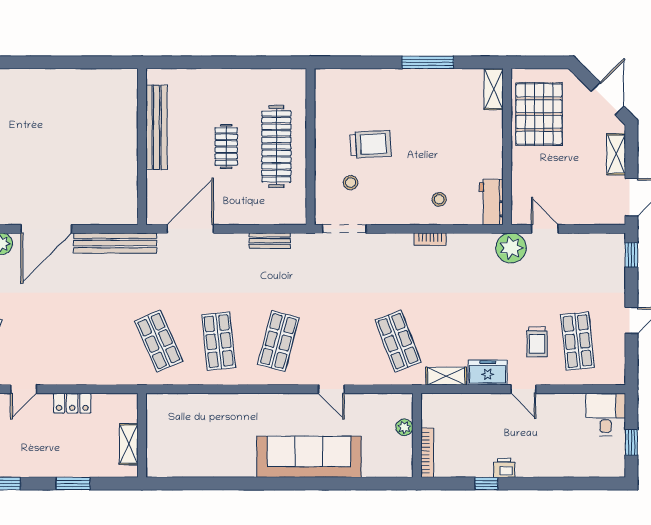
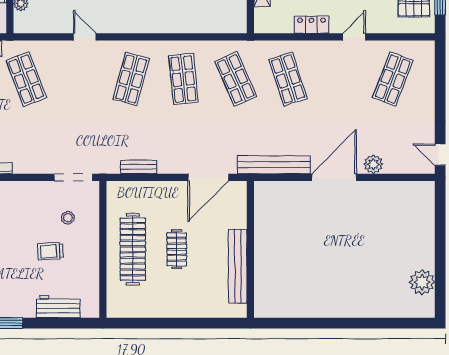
workbench: (362, 81) -> (58, 307), added
trolley: (370, 144) -> (50, 251), width x0.73, depth x0.72
shop shelf: (99, 341) -> (288, 79), added

